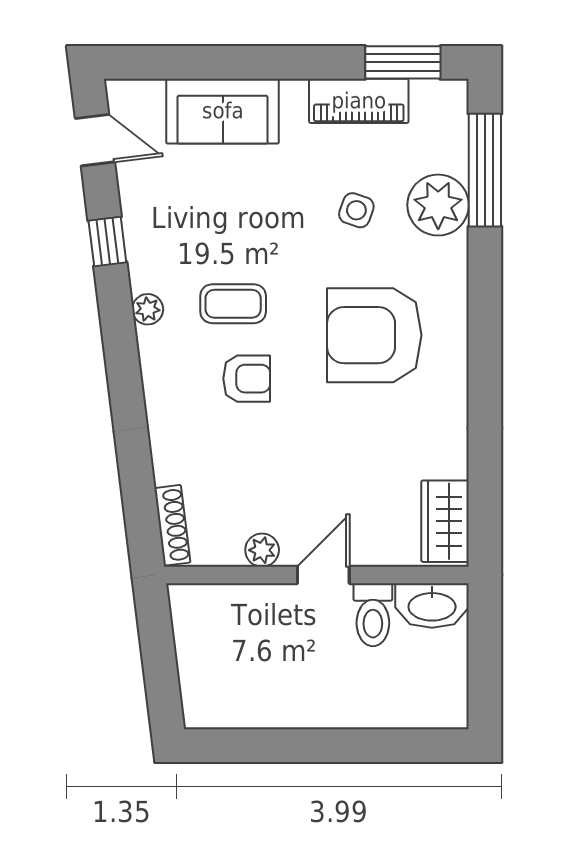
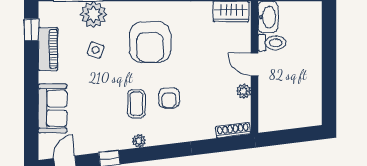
window: (403, 62) -> (31, 30), width x0.67
armchair: (247, 379) -> (169, 98), turned 180

